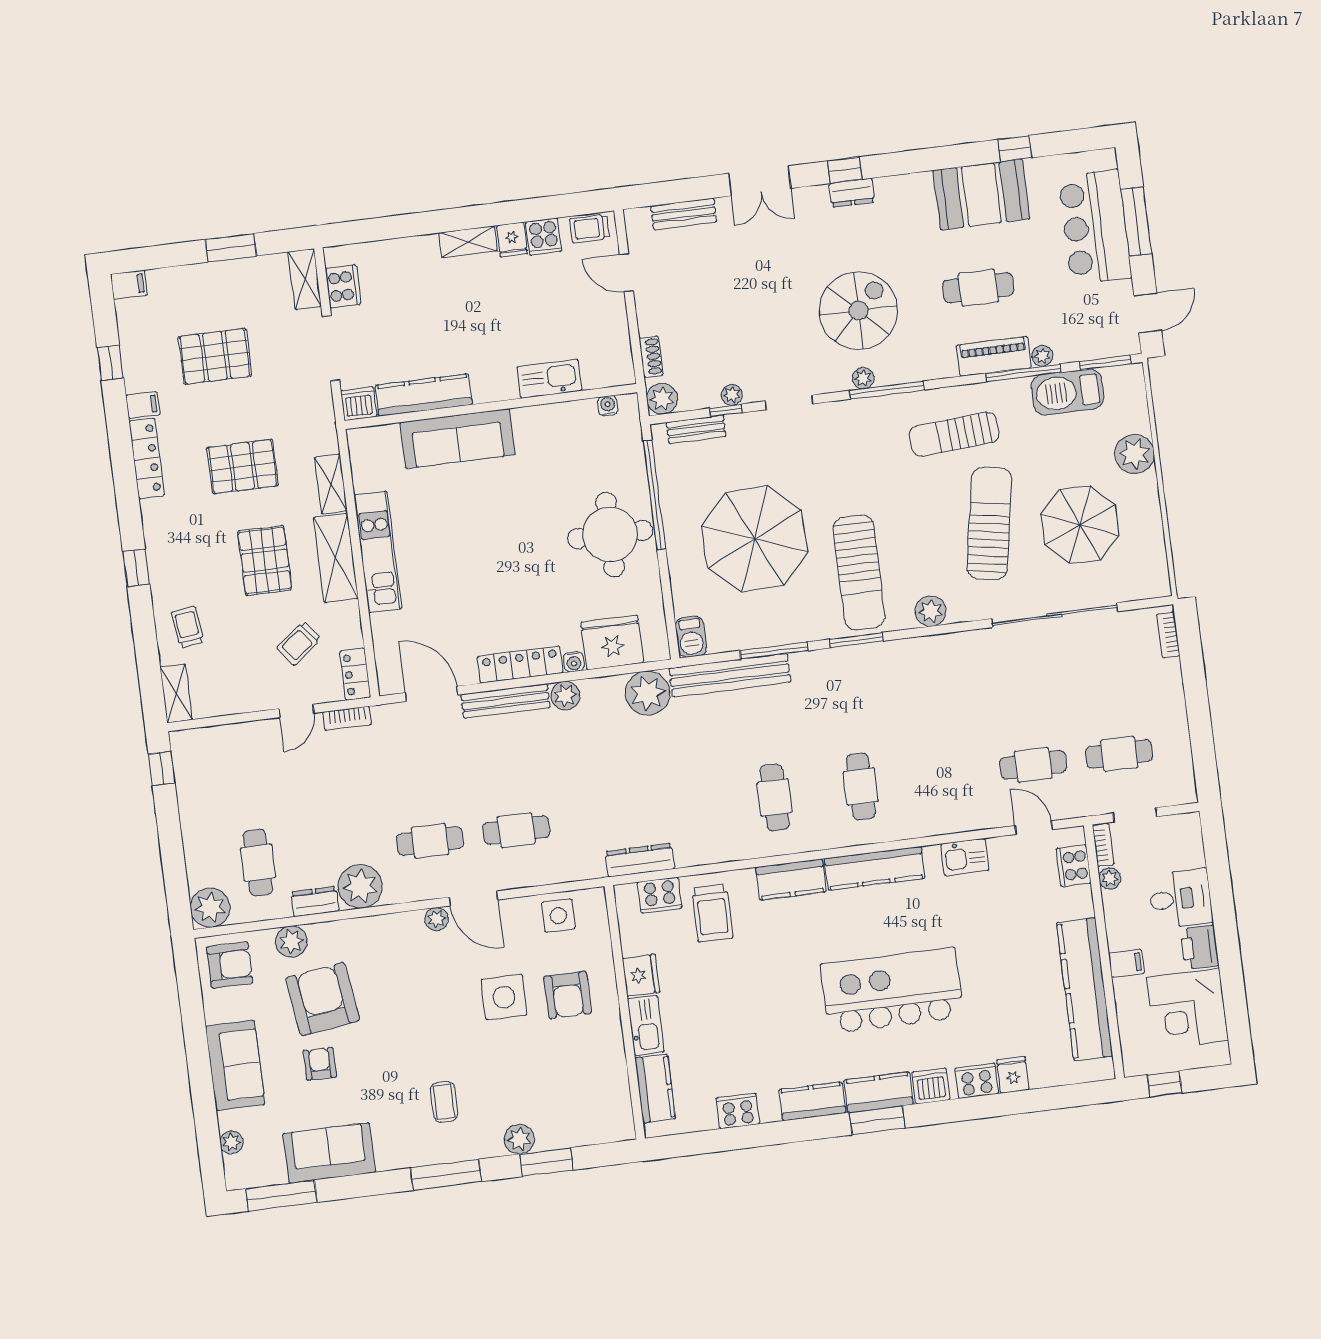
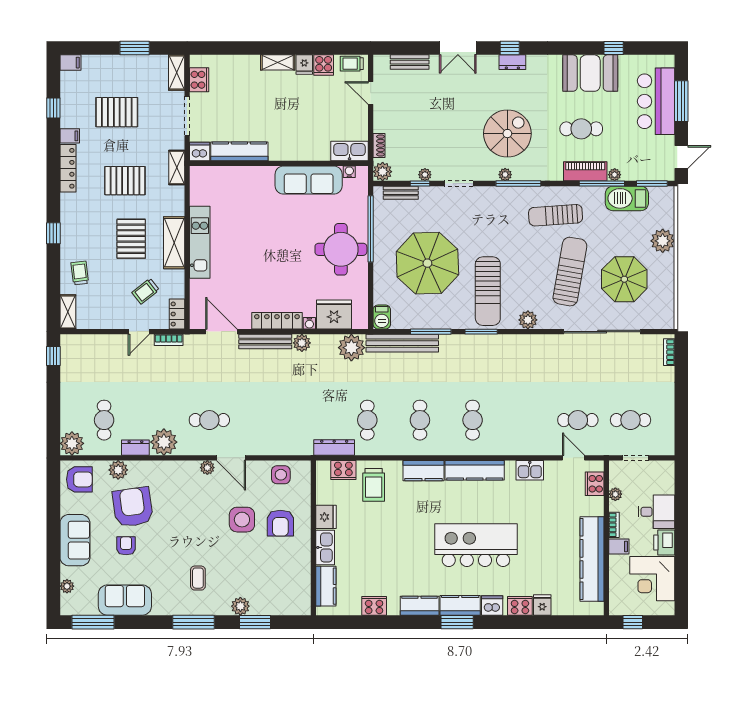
kitchen sink: (549, 379) -> (349, 151), moved
sofa: (457, 439) -> (309, 180), moved
shelving: (331, 484) -> (177, 168), moved
cafe table: (516, 830) -> (367, 420), moved, turned 90
bookcase: (1103, 845) -> (614, 525), moved

